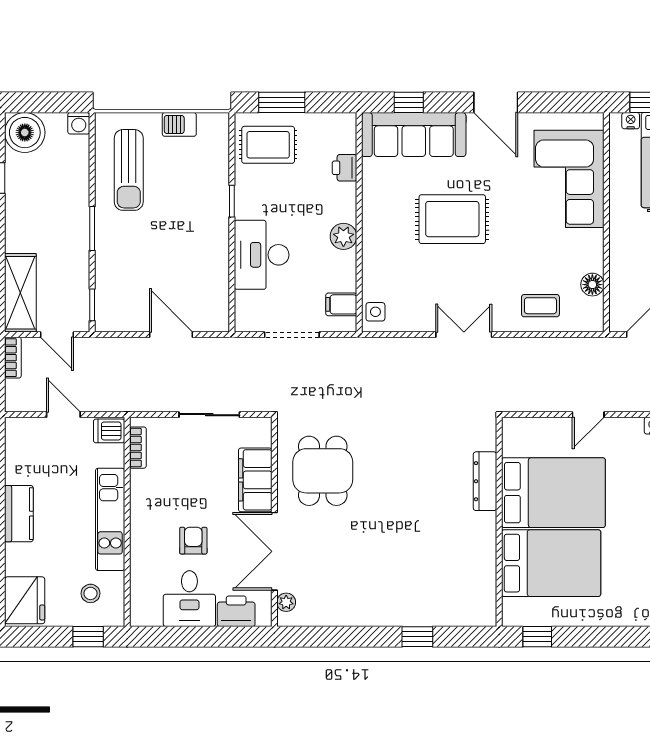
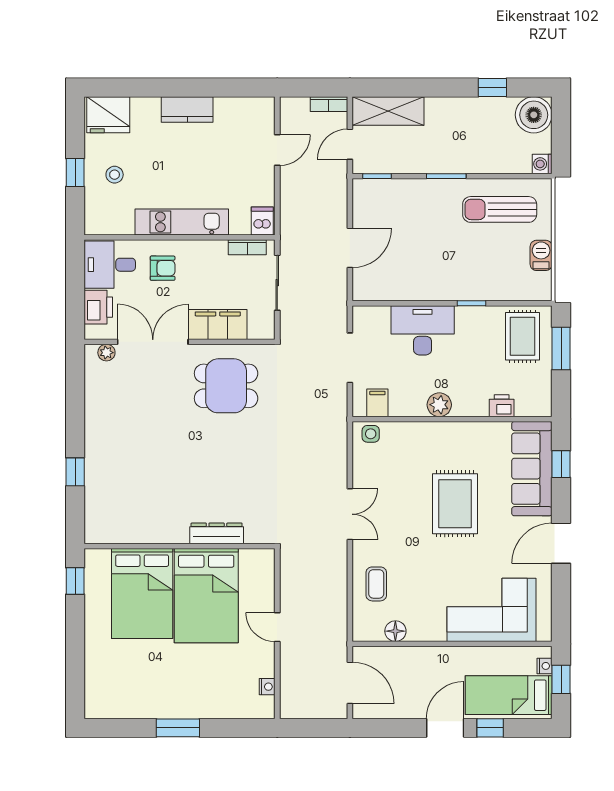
dishwasher: (109, 431) -> (262, 221), moved
bookcase: (138, 448) -> (247, 247), moved
kitchen unit: (110, 519) -> (182, 222), moved
wall: (127, 522) -> (180, 237), moved

